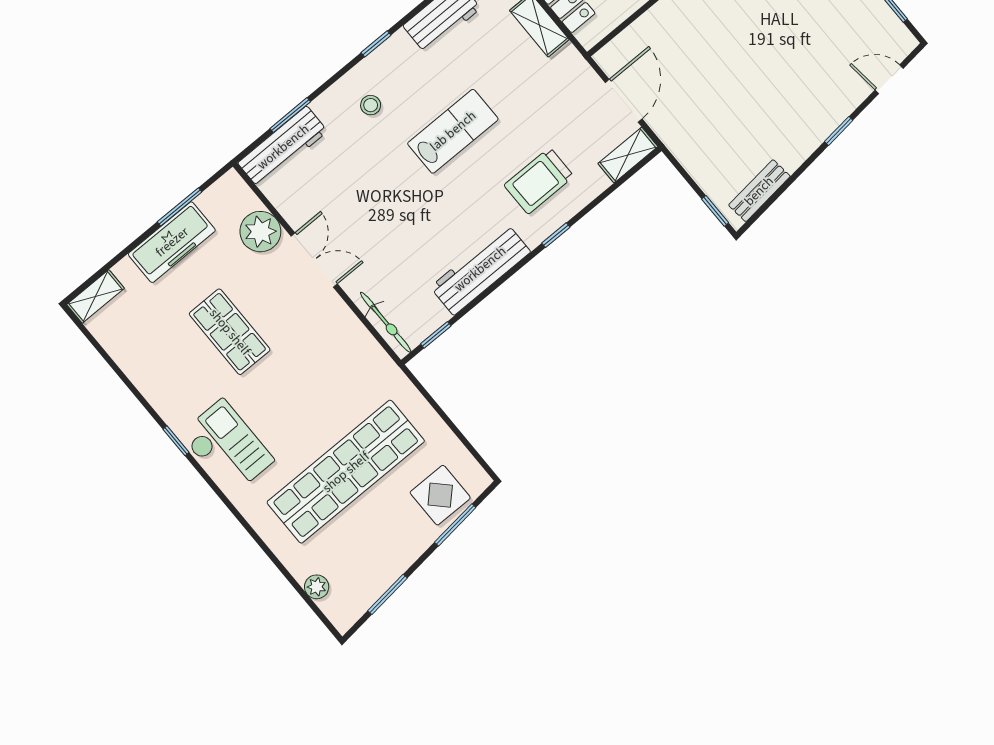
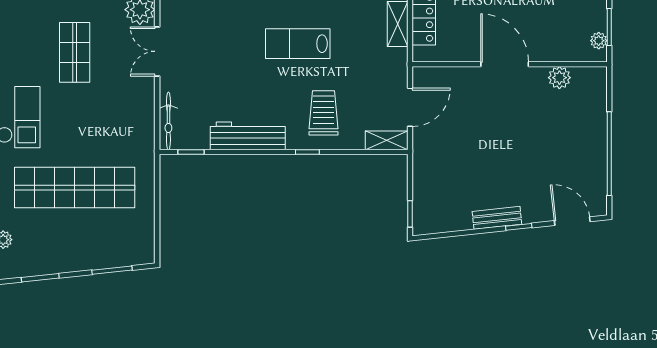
door: (889, 79) -> (572, 221), width x1.38
lab bench: (453, 131) -> (298, 44), turned 180
trolley: (539, 181) -> (323, 113), turned 90
bench: (759, 191) -> (497, 218), moved
double door: (314, 260) -> (157, 51), swing flipped
display table: (440, 495) -> (117, 246), removed

